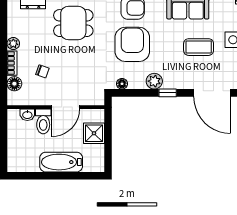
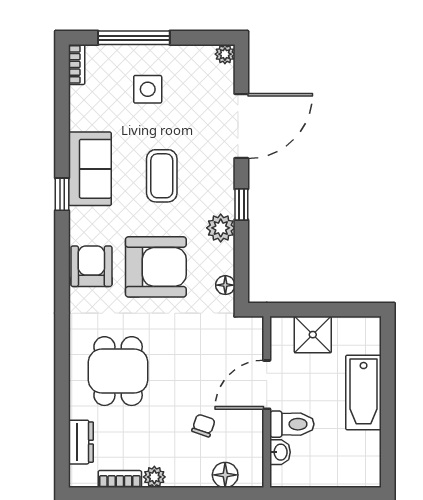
armchair: (132, 44) -> (156, 267), turned 180
coffee table: (199, 47) -> (162, 176), moved
bookcase: (12, 63) -> (120, 479), moved
door: (66, 107) -> (267, 385), swing flipped

